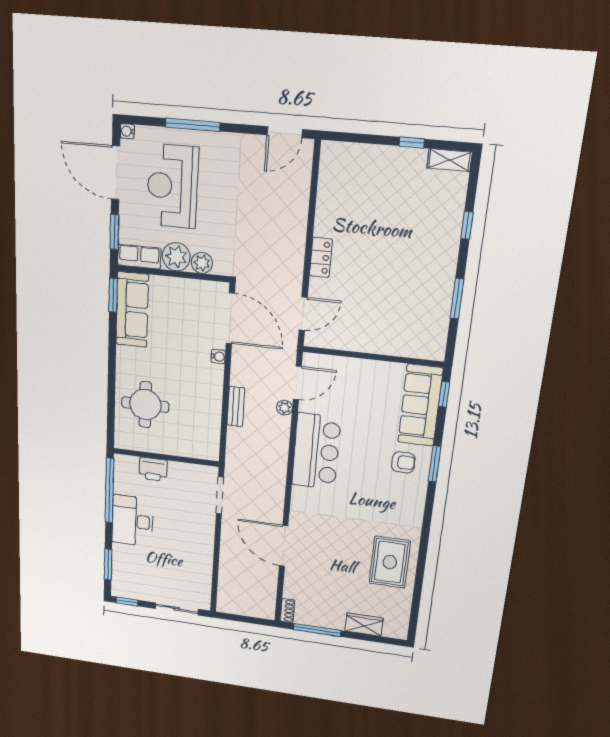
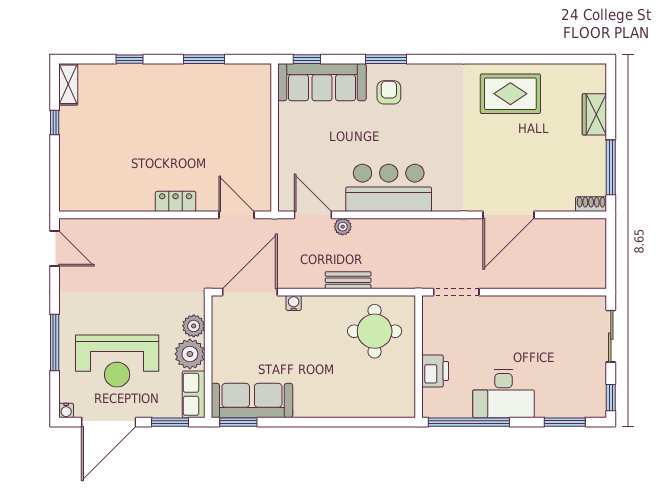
round table: (145, 405) -> (375, 331), moved

